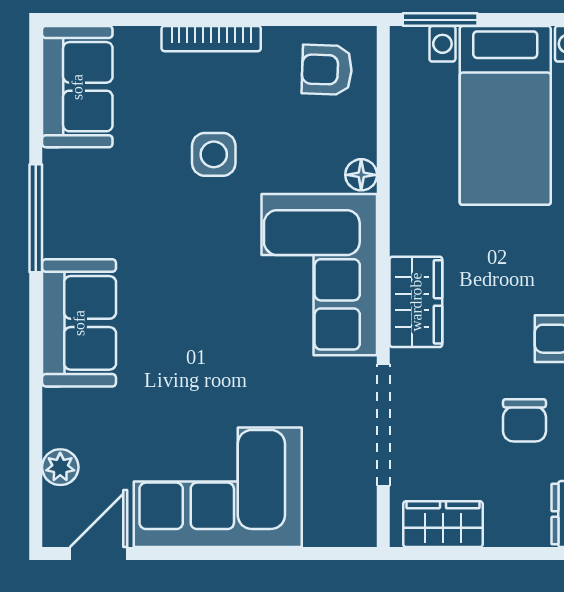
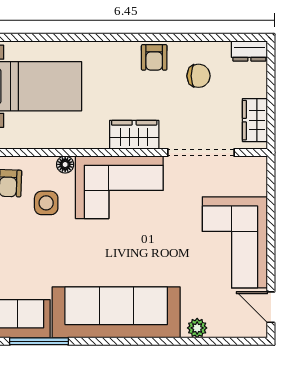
side table: (214, 154) -> (46, 203), moved
window: (36, 218) -> (39, 341), moved
sofa: (79, 323) -> (116, 312), width x1.85, depth x1.27
plant: (60, 467) -> (197, 328), moved

